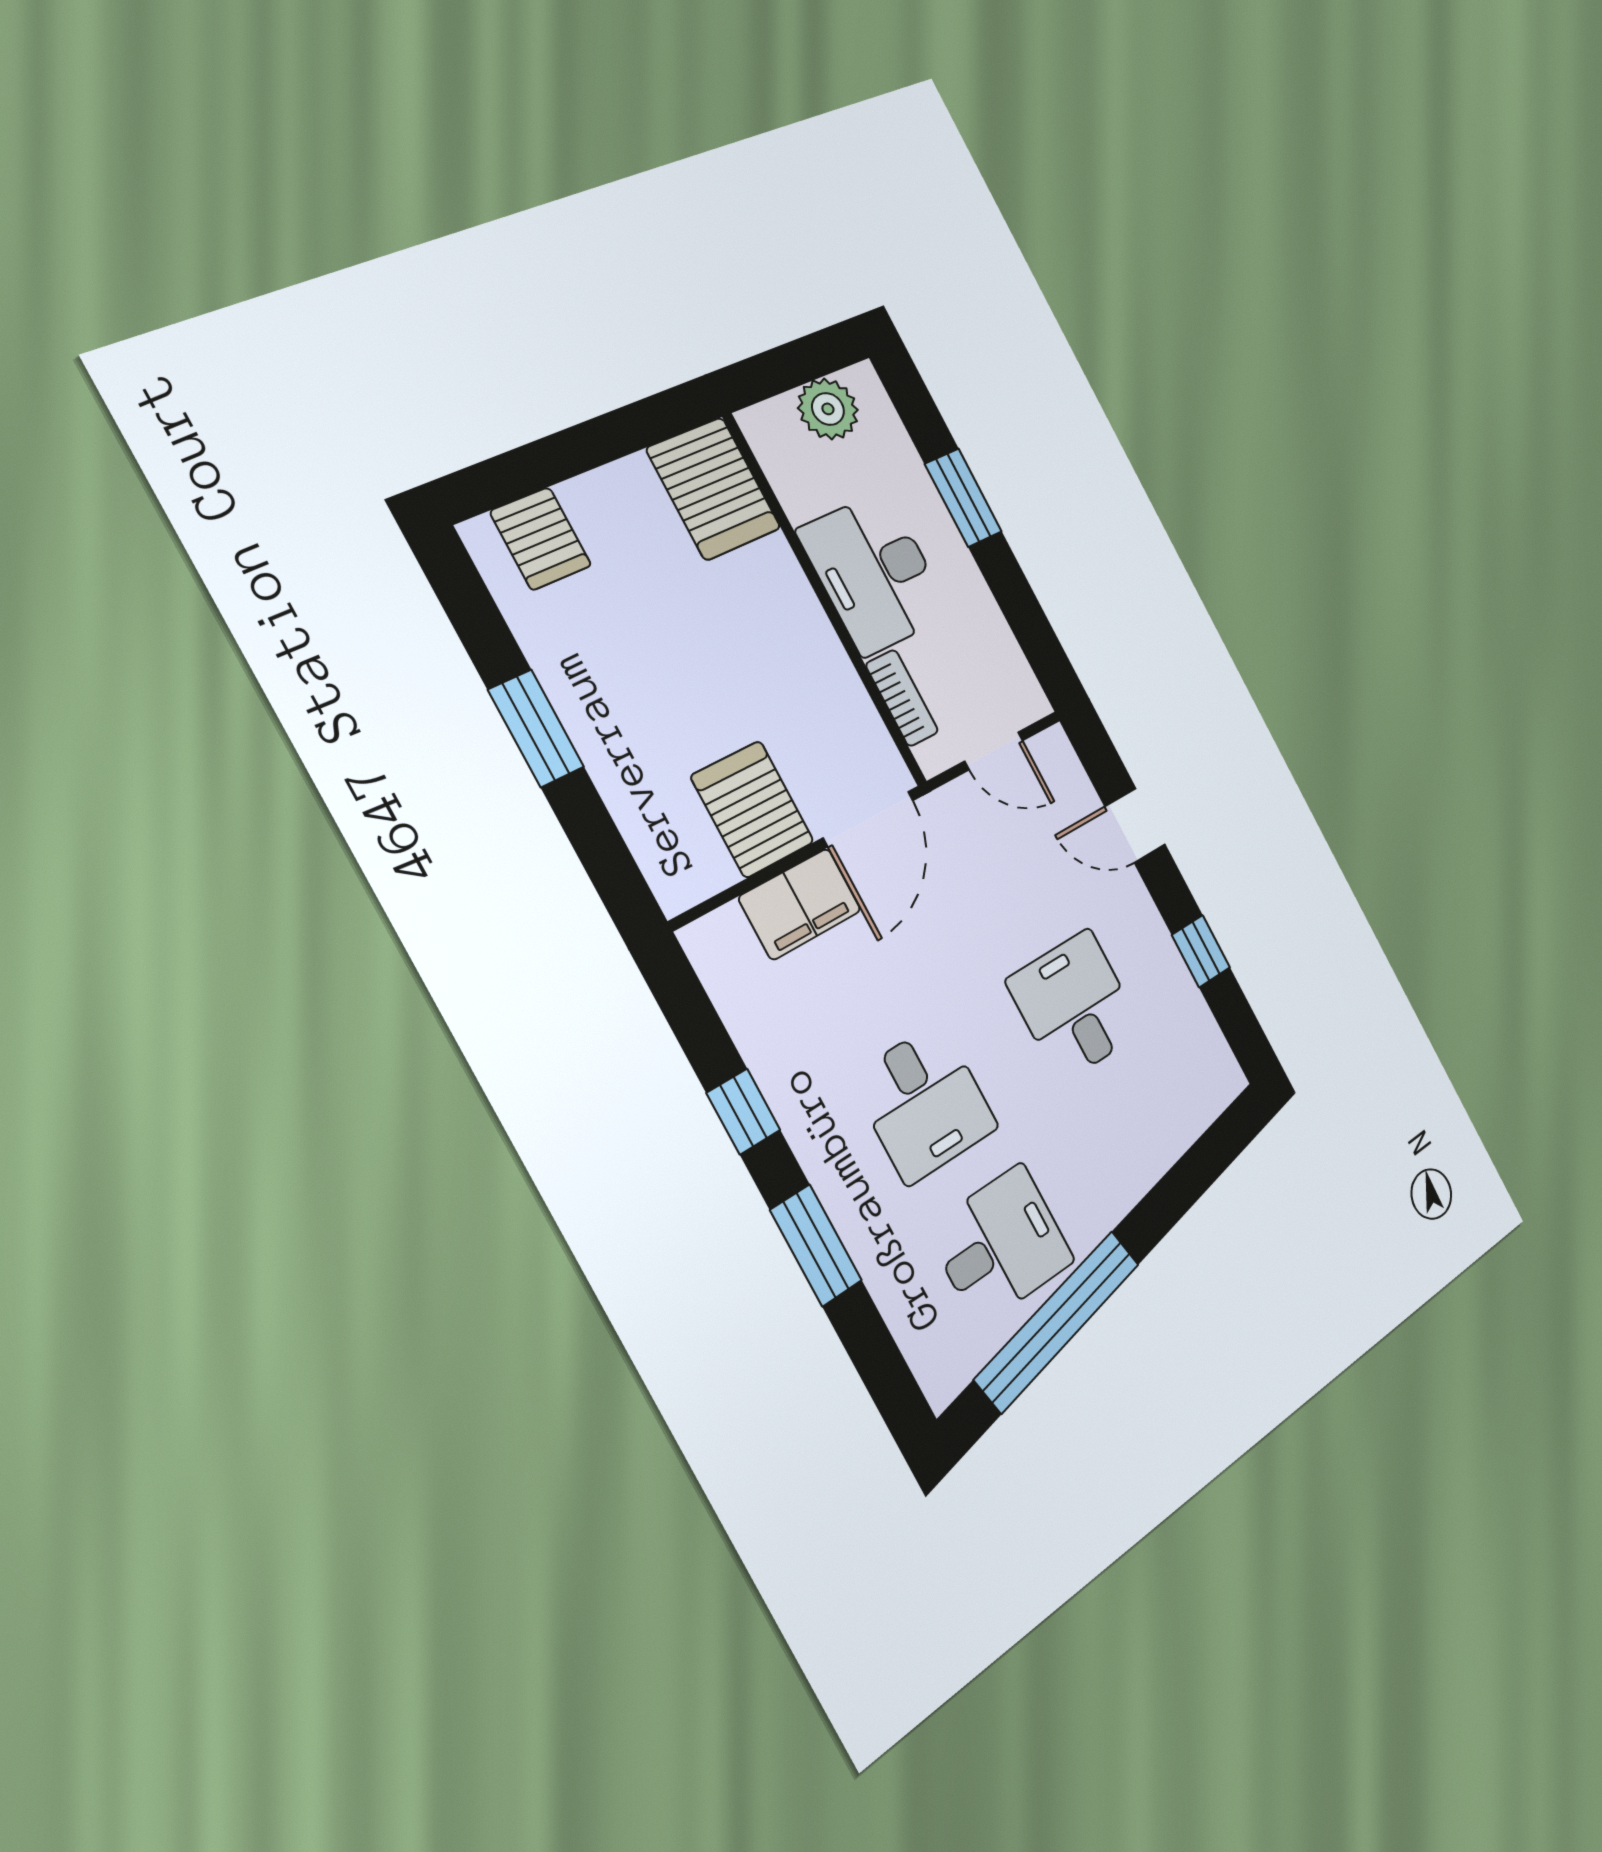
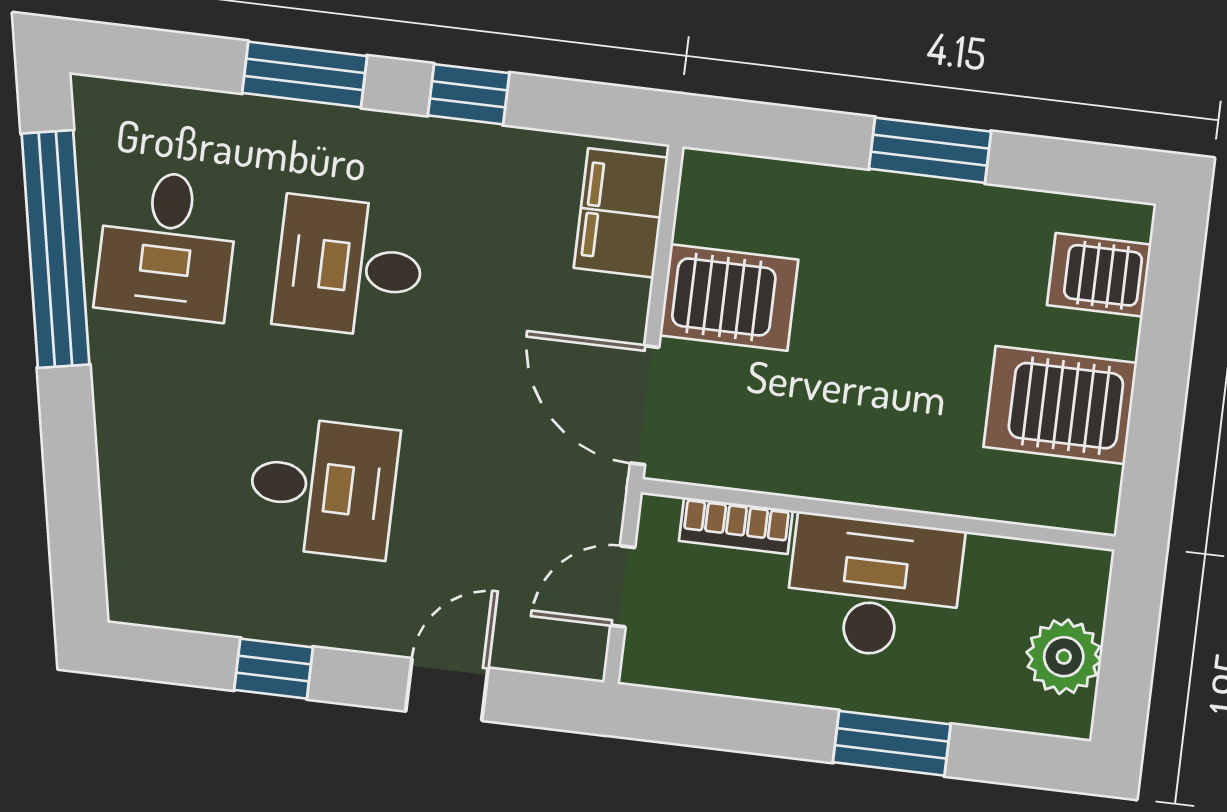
server rack: (714, 489) -> (1060, 405), moved
filing cabinet: (800, 904) -> (621, 213), moved

